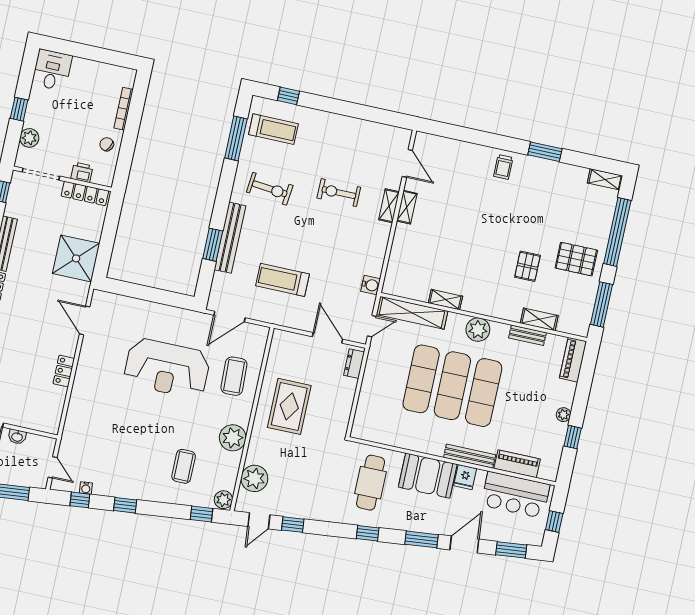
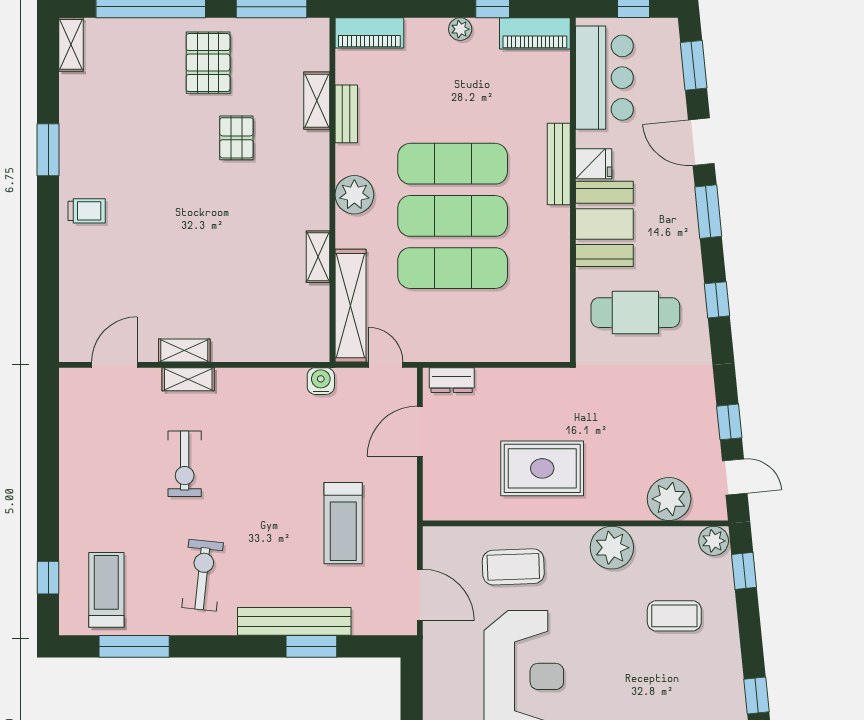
pallet: (527, 266) -> (236, 138), turned 90
piano: (517, 464) -> (535, 33), moved, turned -90

